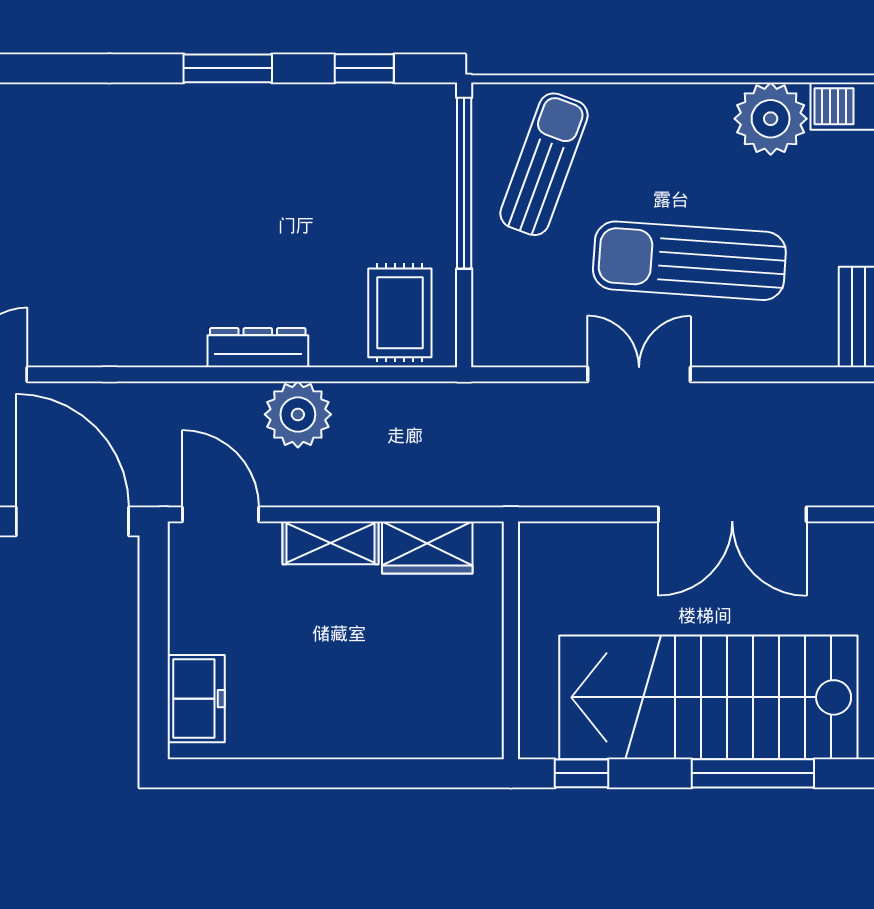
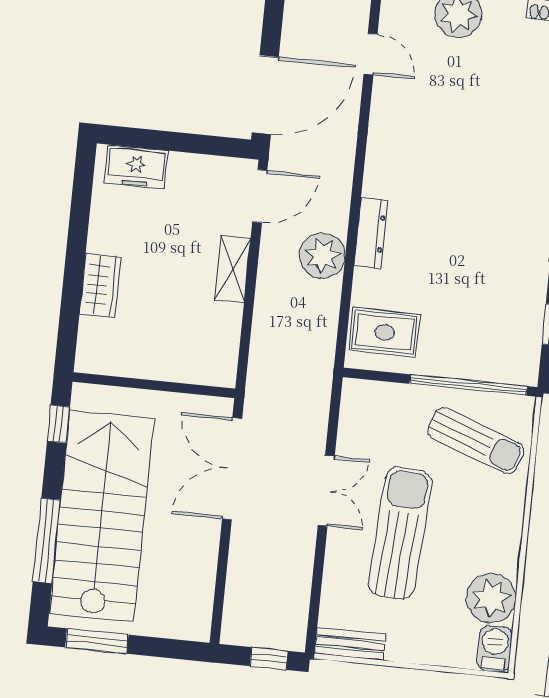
double door: (732, 514) -> (232, 469), moved
wardrobe: (427, 547) -> (100, 285), moved, turned 180

